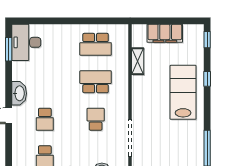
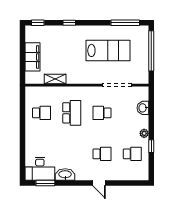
school desk: (96, 44) -> (41, 113), width x0.54
school desk: (96, 82) -> (72, 113), turned 180
lab bench: (183, 92) -> (108, 50), moved, turned 180
washbasin: (19, 93) -> (65, 175), moved

